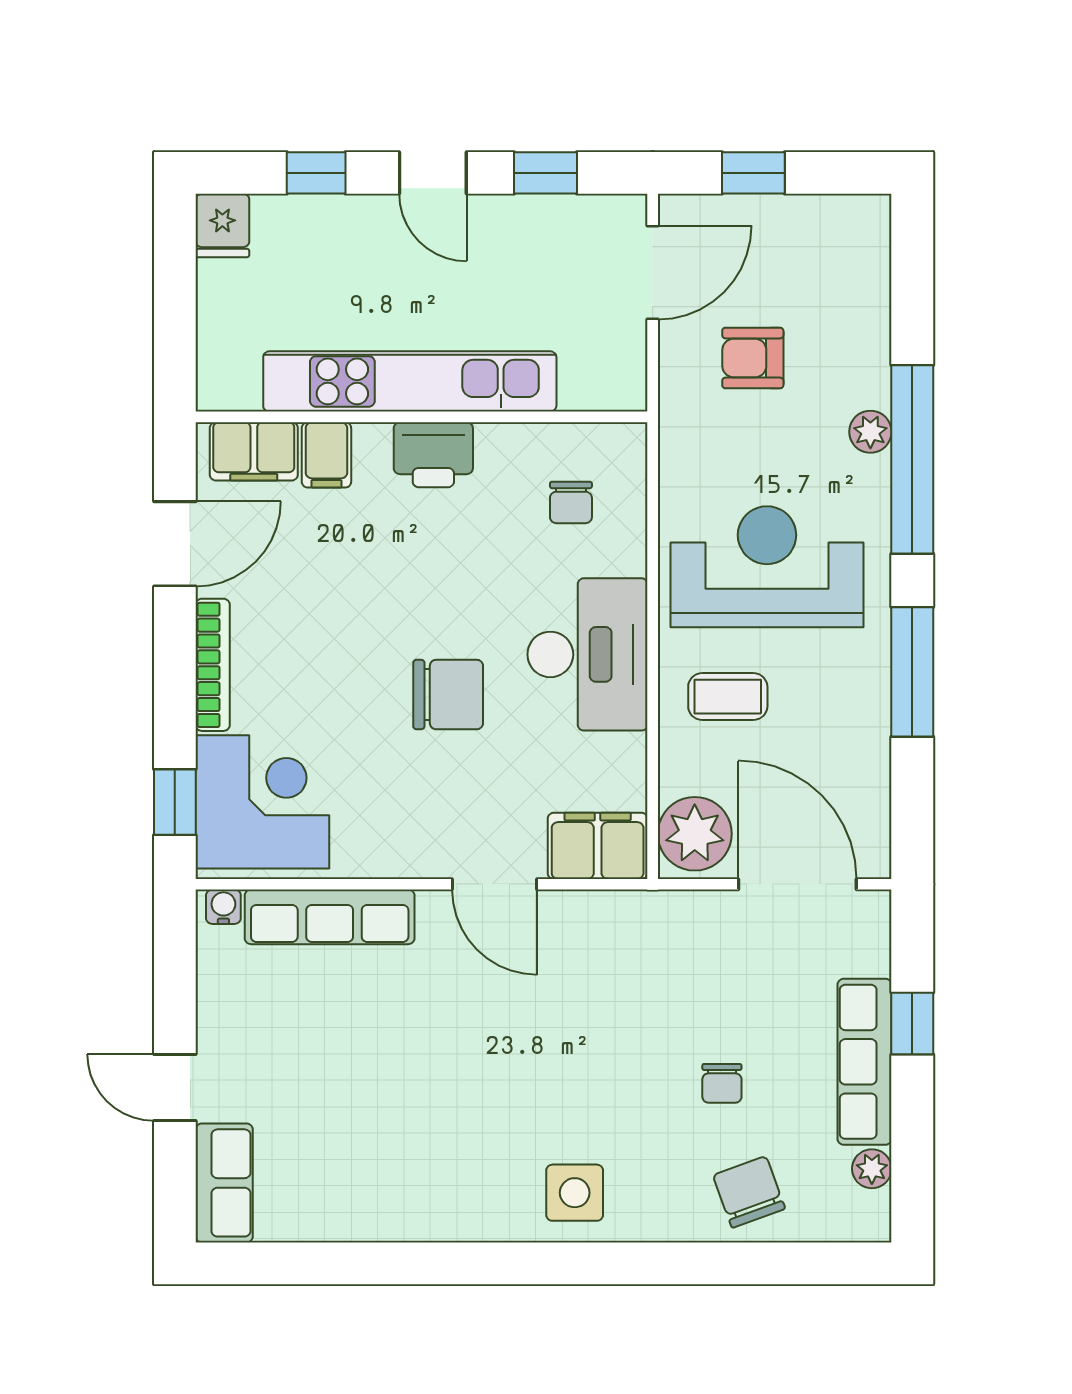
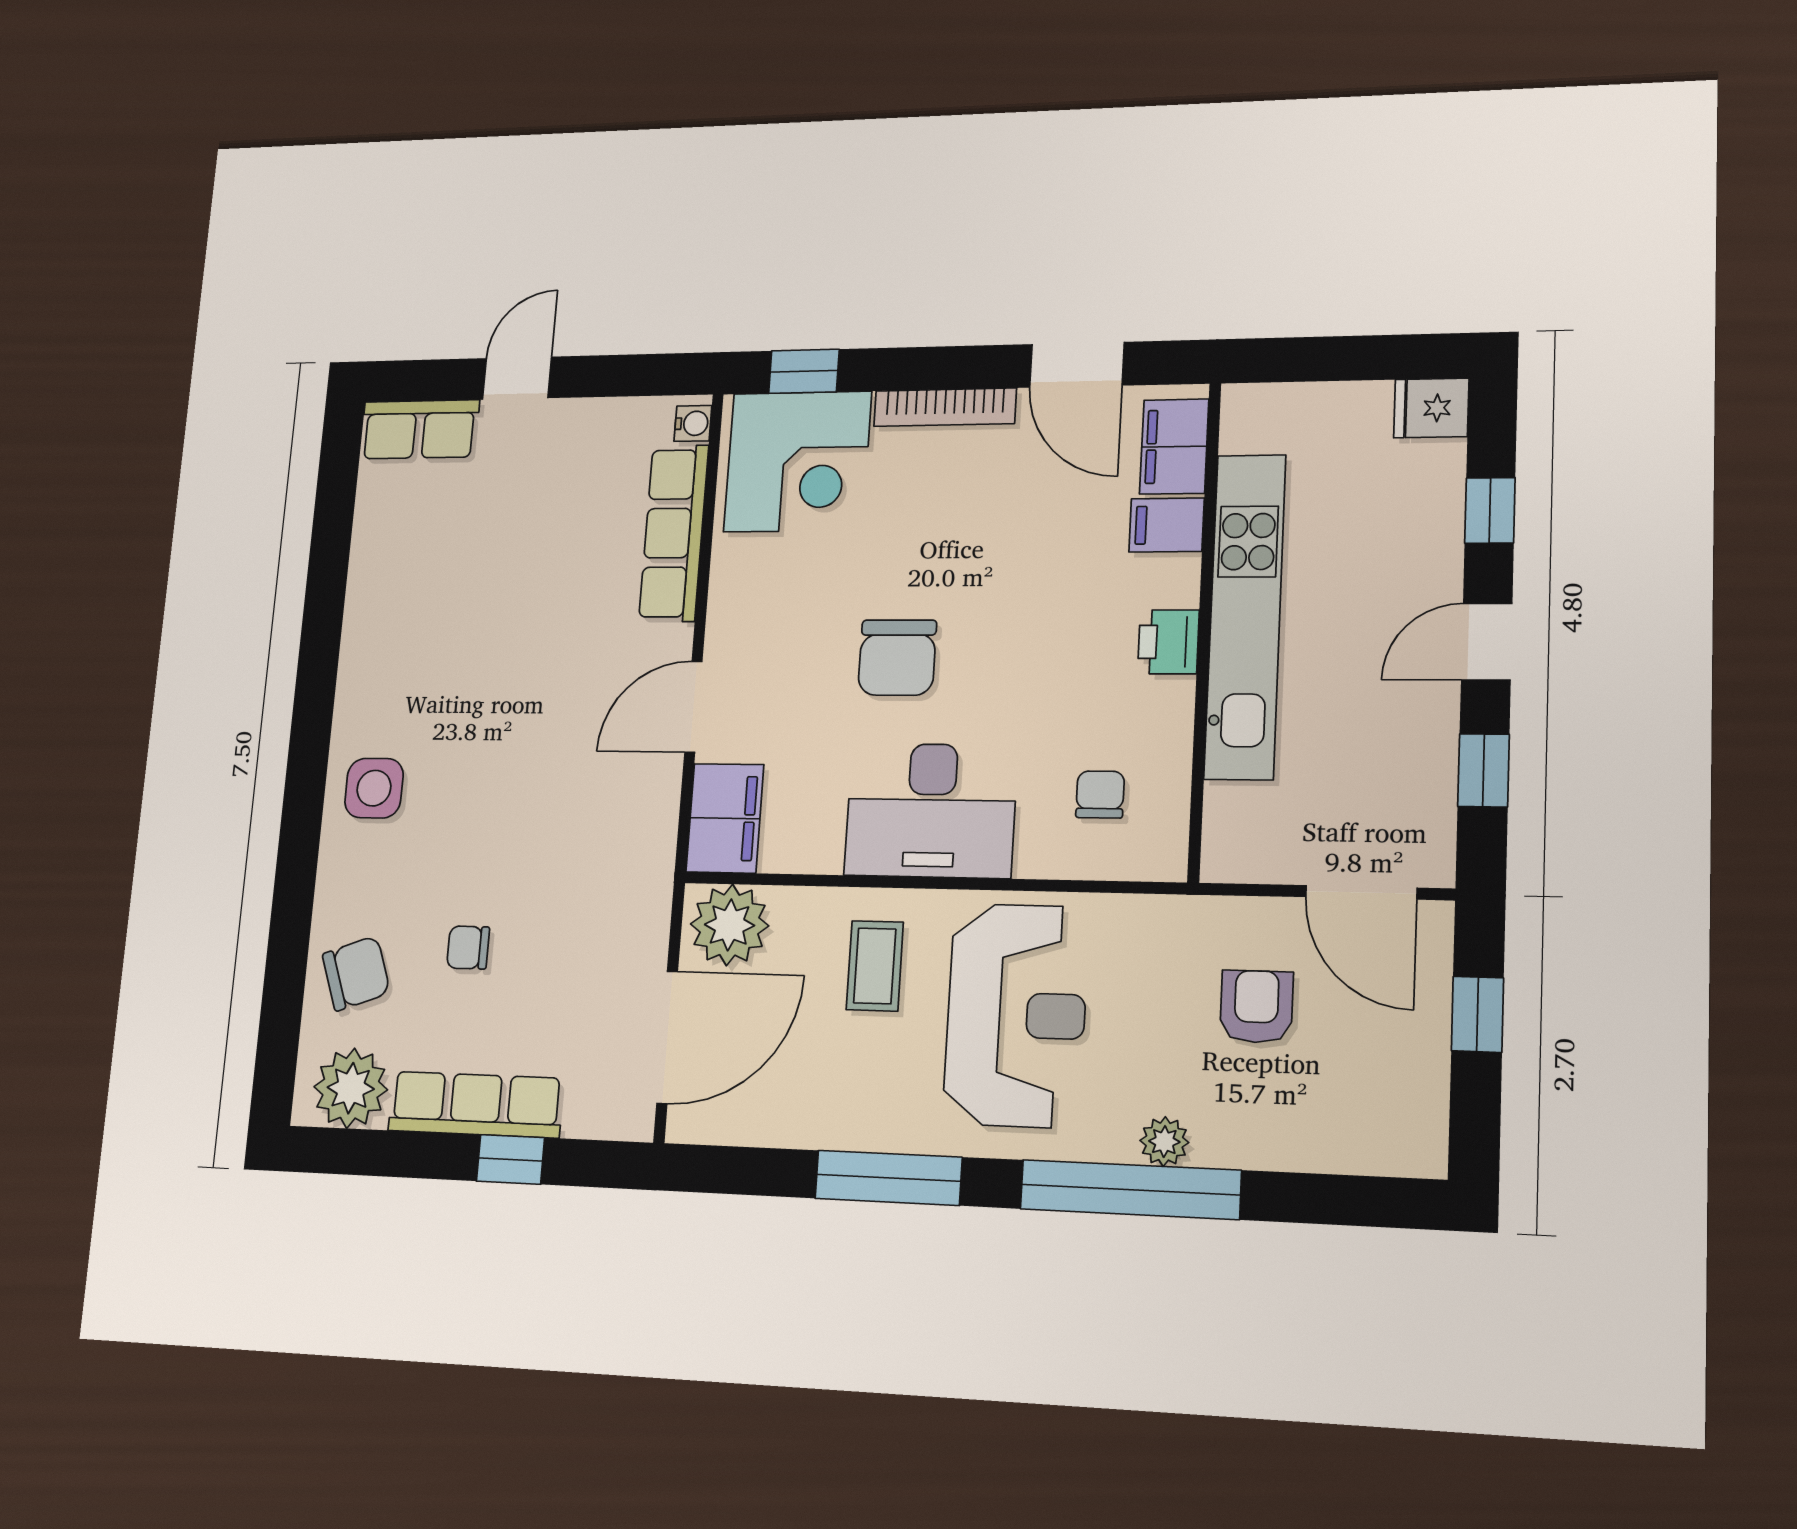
printer: (433, 455) -> (1168, 642), width x0.73, depth x0.81
chair: (571, 502) -> (1100, 794), turned 90
plant: (872, 1169) -> (351, 1088), width x1.88, depth x1.88

